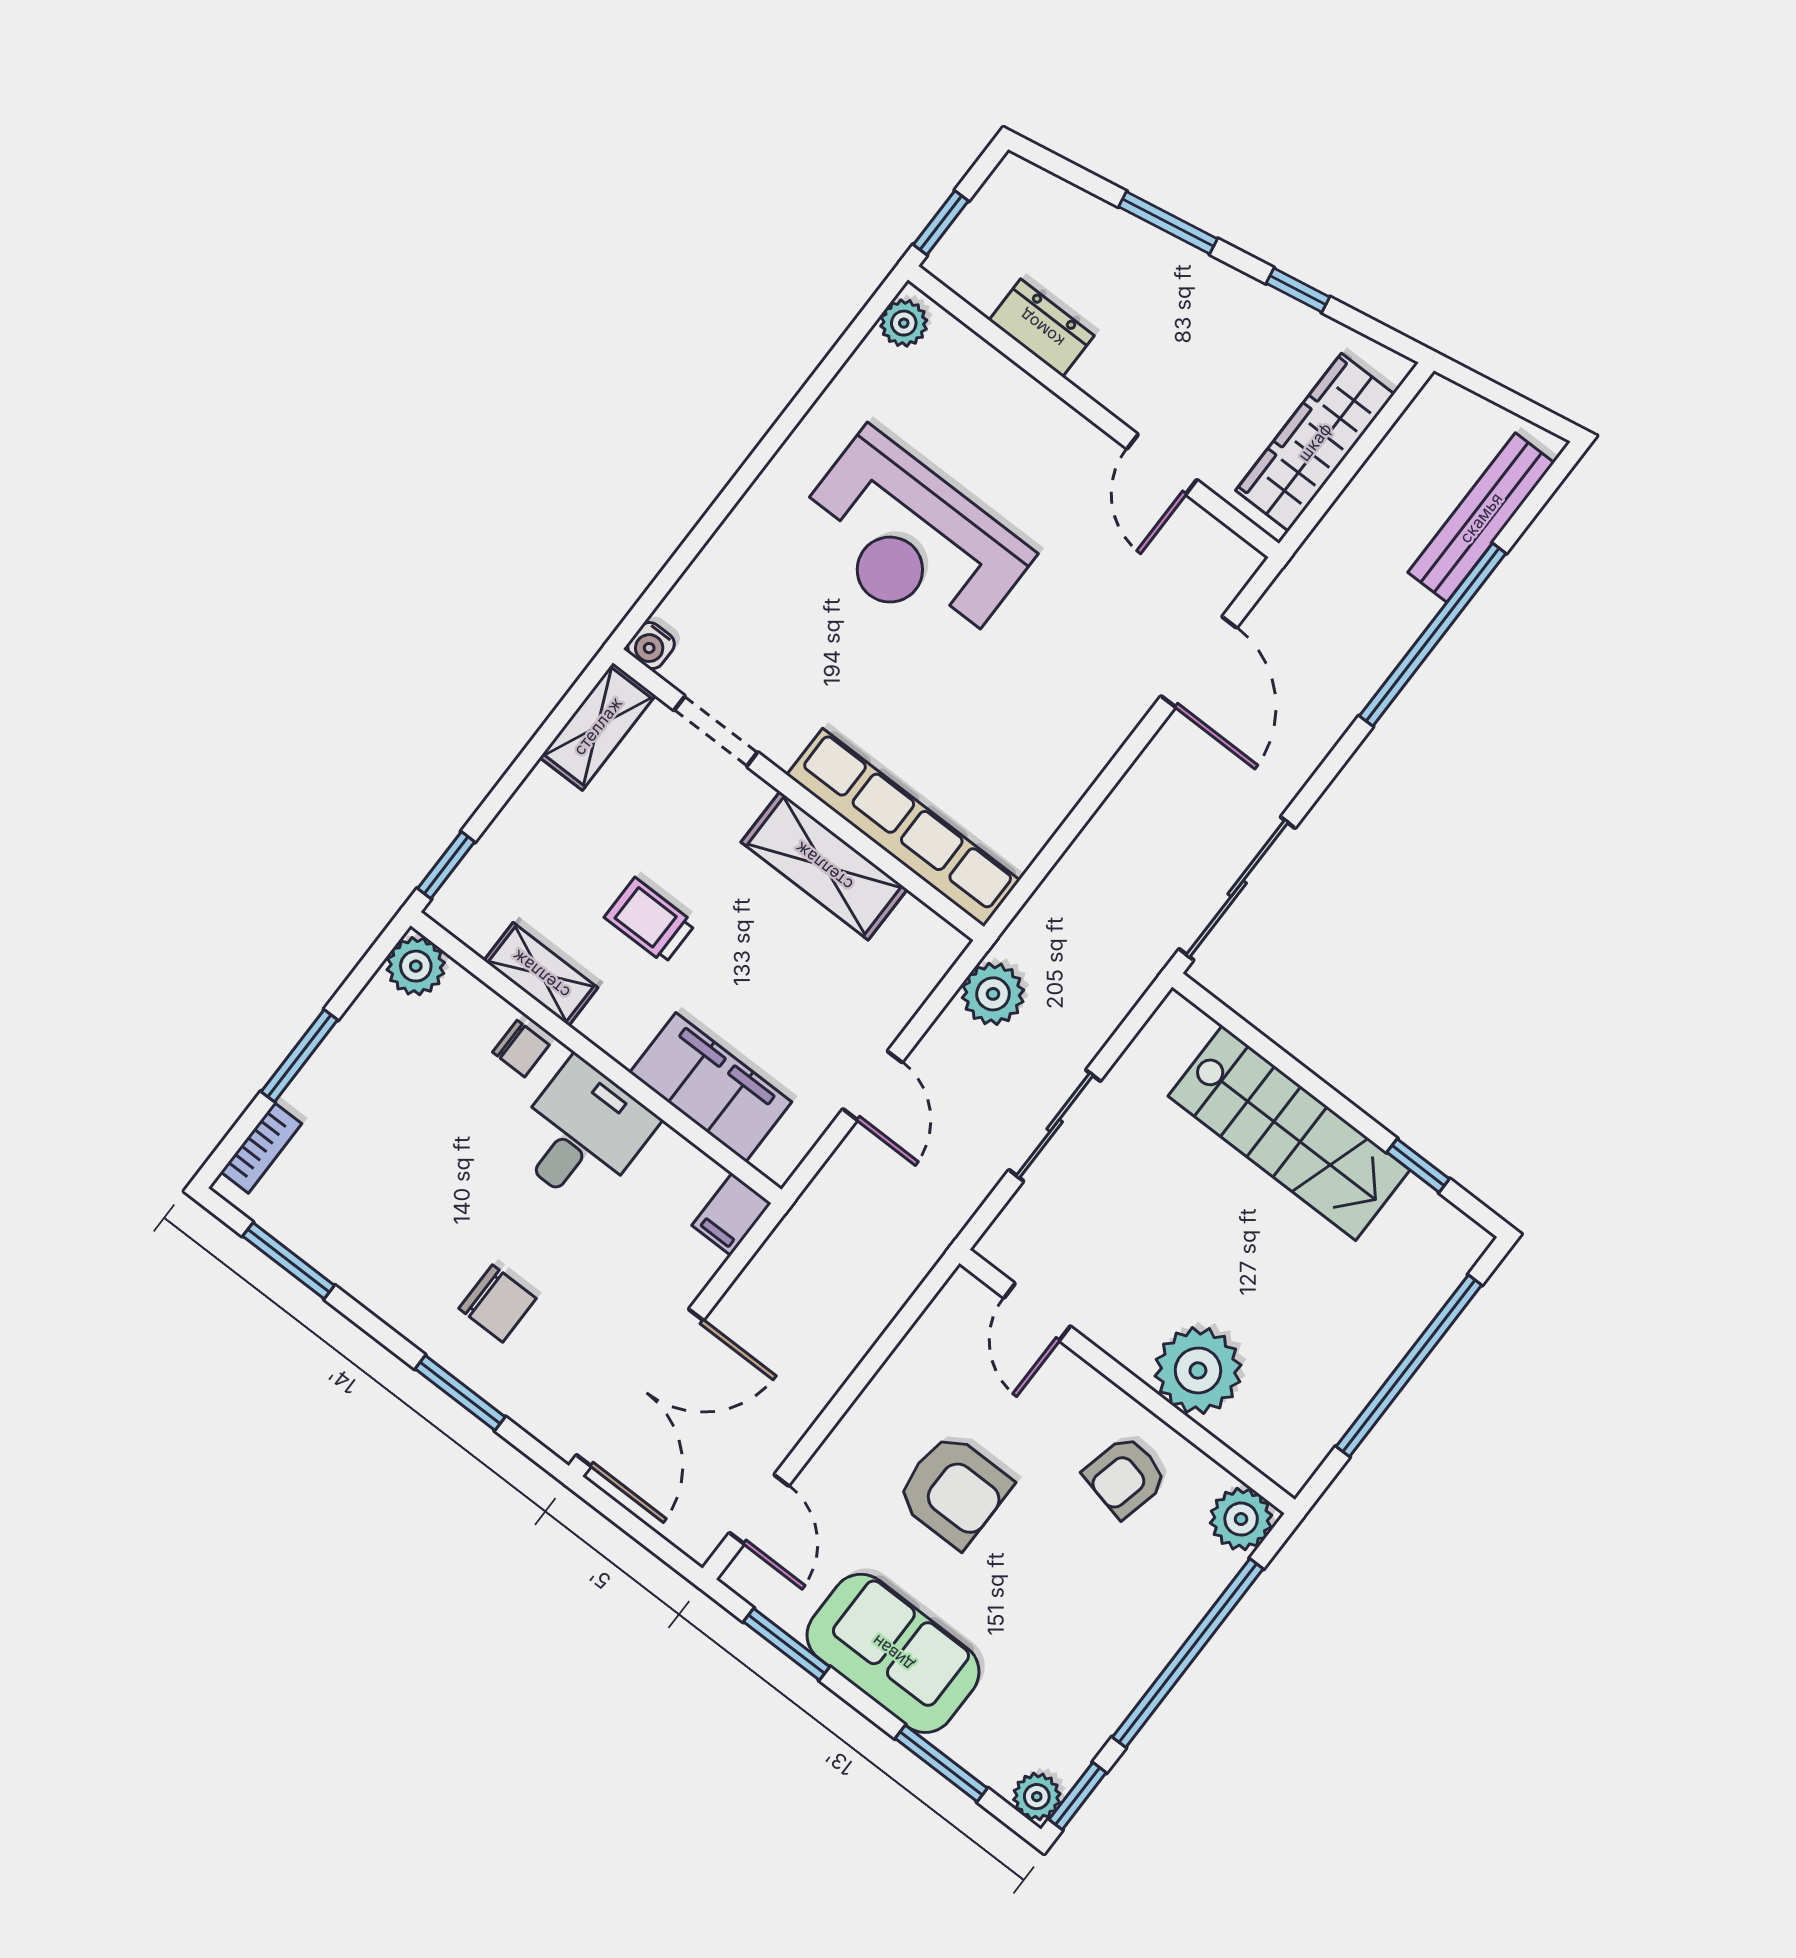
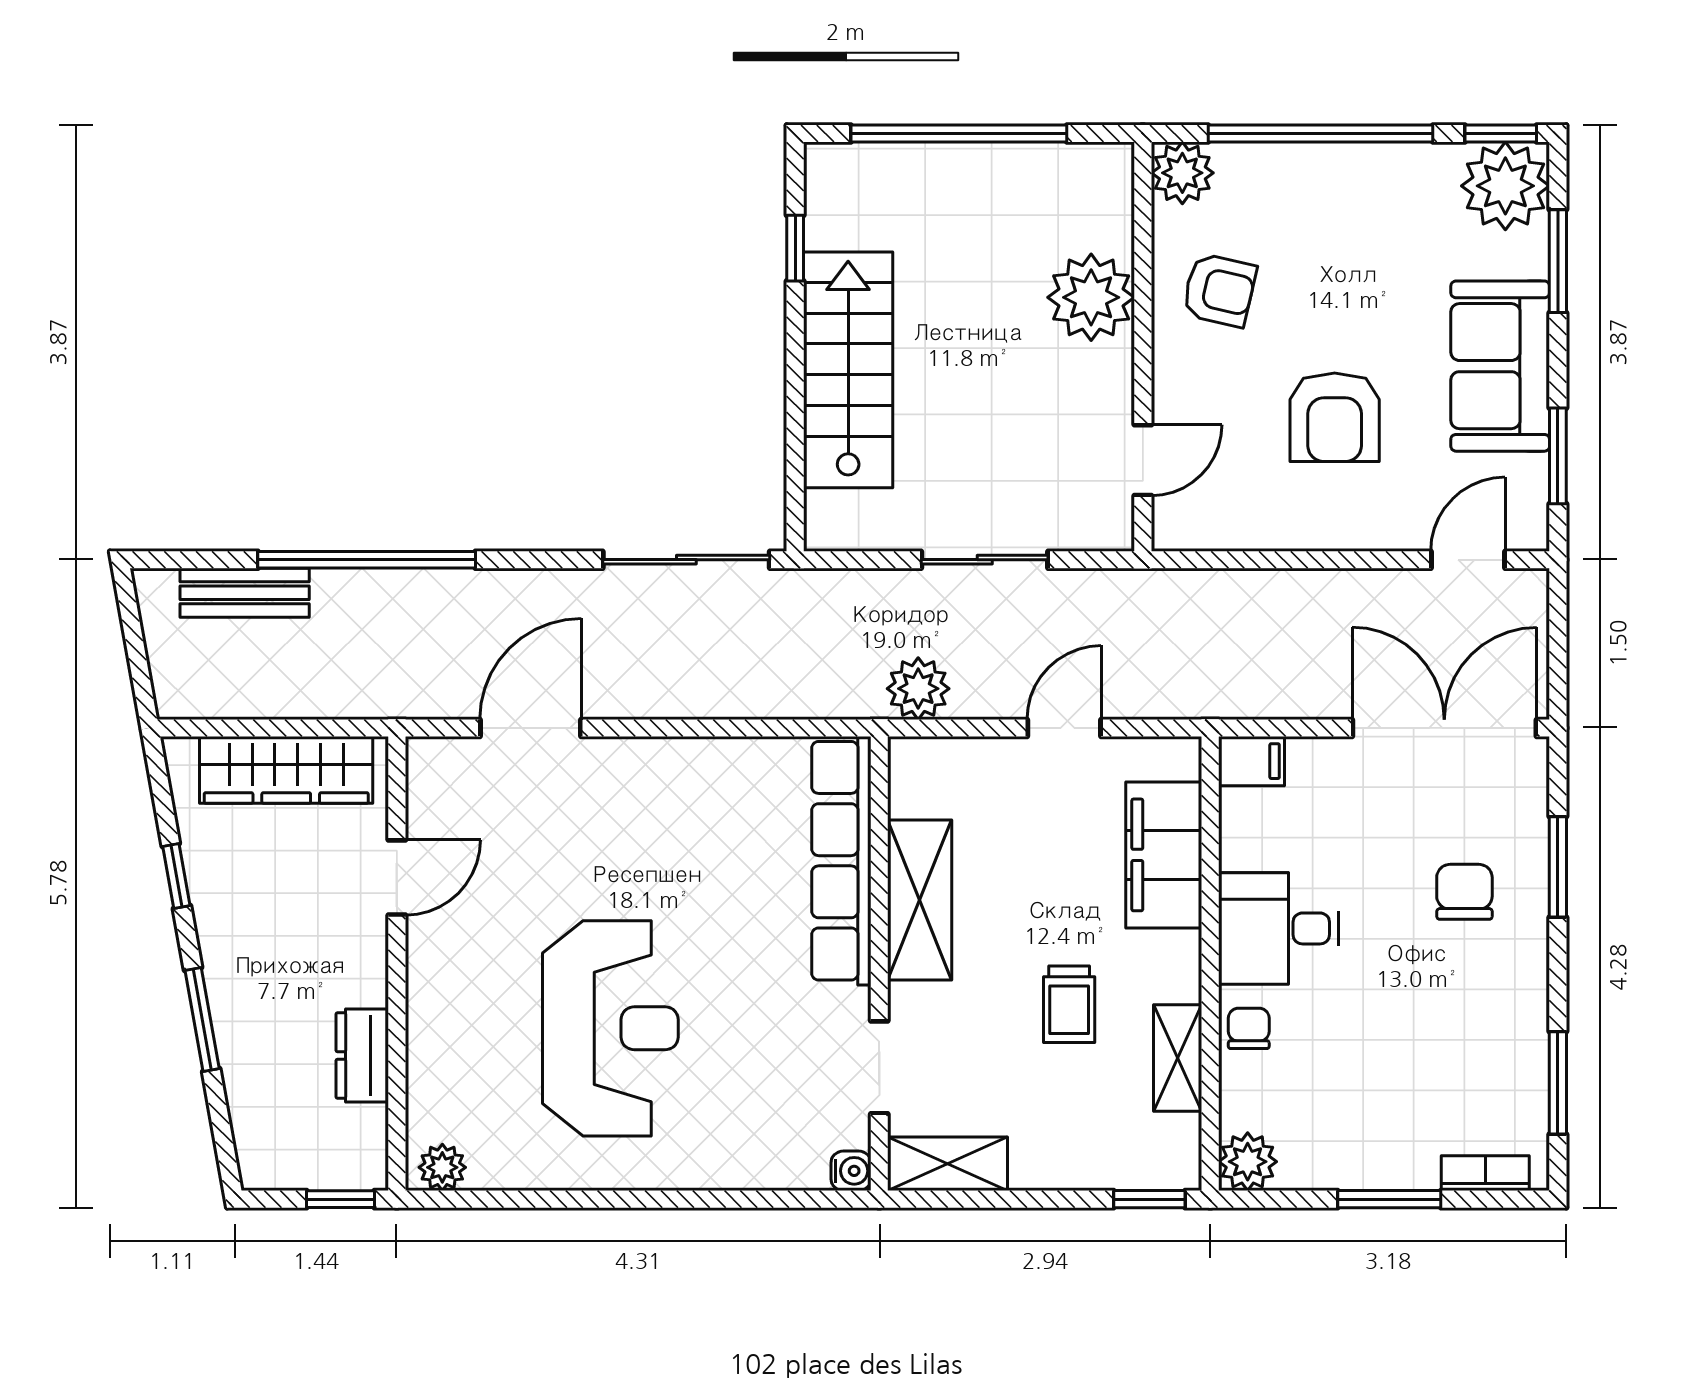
bench: (1481, 518) -> (245, 593), width x0.73
armchair: (954, 1491) -> (1335, 417), turned 180
plant: (1037, 1797) -> (1505, 186), width x1.87, depth x1.87

